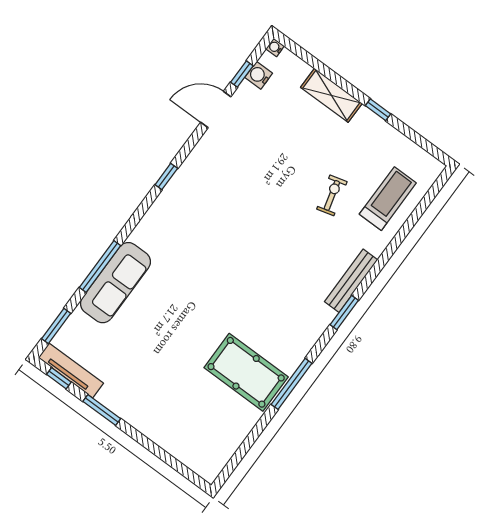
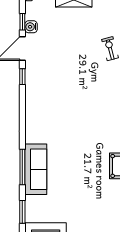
water cooler: (259, 75) -> (31, 27), moved
window: (166, 177) -> (22, 77), moved

